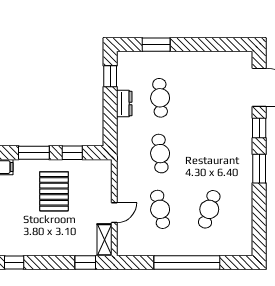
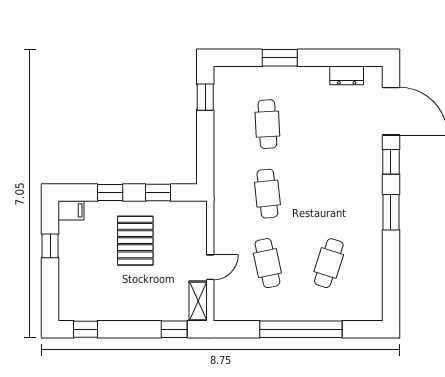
window: (156, 45) -> (280, 58), moved
dresser: (124, 104) -> (347, 75), moved, turned 90
window: (34, 153) -> (110, 193), width x0.67

